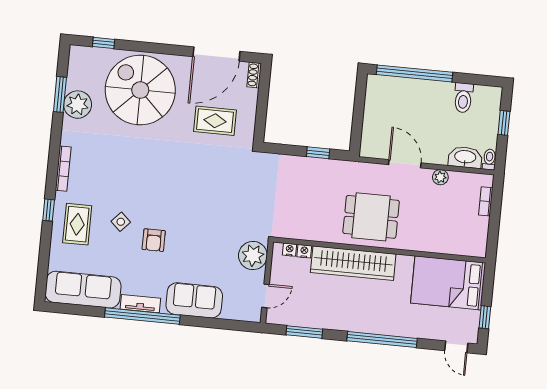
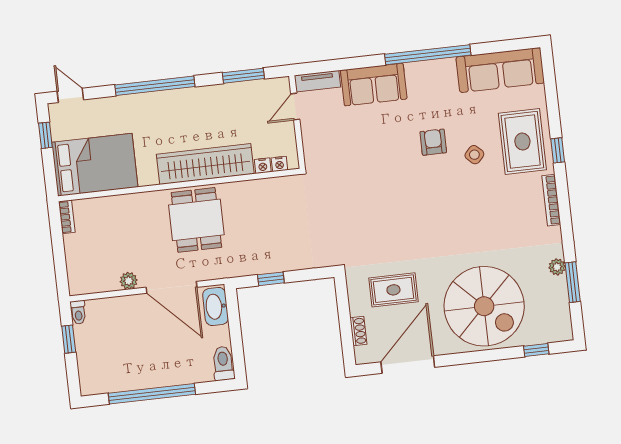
window: (415, 73) -> (152, 394), moved
shoe rack: (254, 75) -> (358, 331), moved
toilet: (463, 98) -> (223, 363), moved
plant: (78, 105) -> (557, 267), width x0.53, depth x0.53
window: (504, 123) -> (69, 339), moved
washbasin: (465, 157) -> (215, 306), moved, turned 90
door: (405, 164) -> (171, 287), width x1.36
bookcase: (486, 201) -> (67, 217), moved
dining table: (371, 217) -> (196, 220), turned 90
rug: (77, 224) -> (522, 142), width x1.36, depth x1.43
plant: (253, 256) -> (319, 149), removed
tv unit: (140, 304) -> (317, 81), moved

